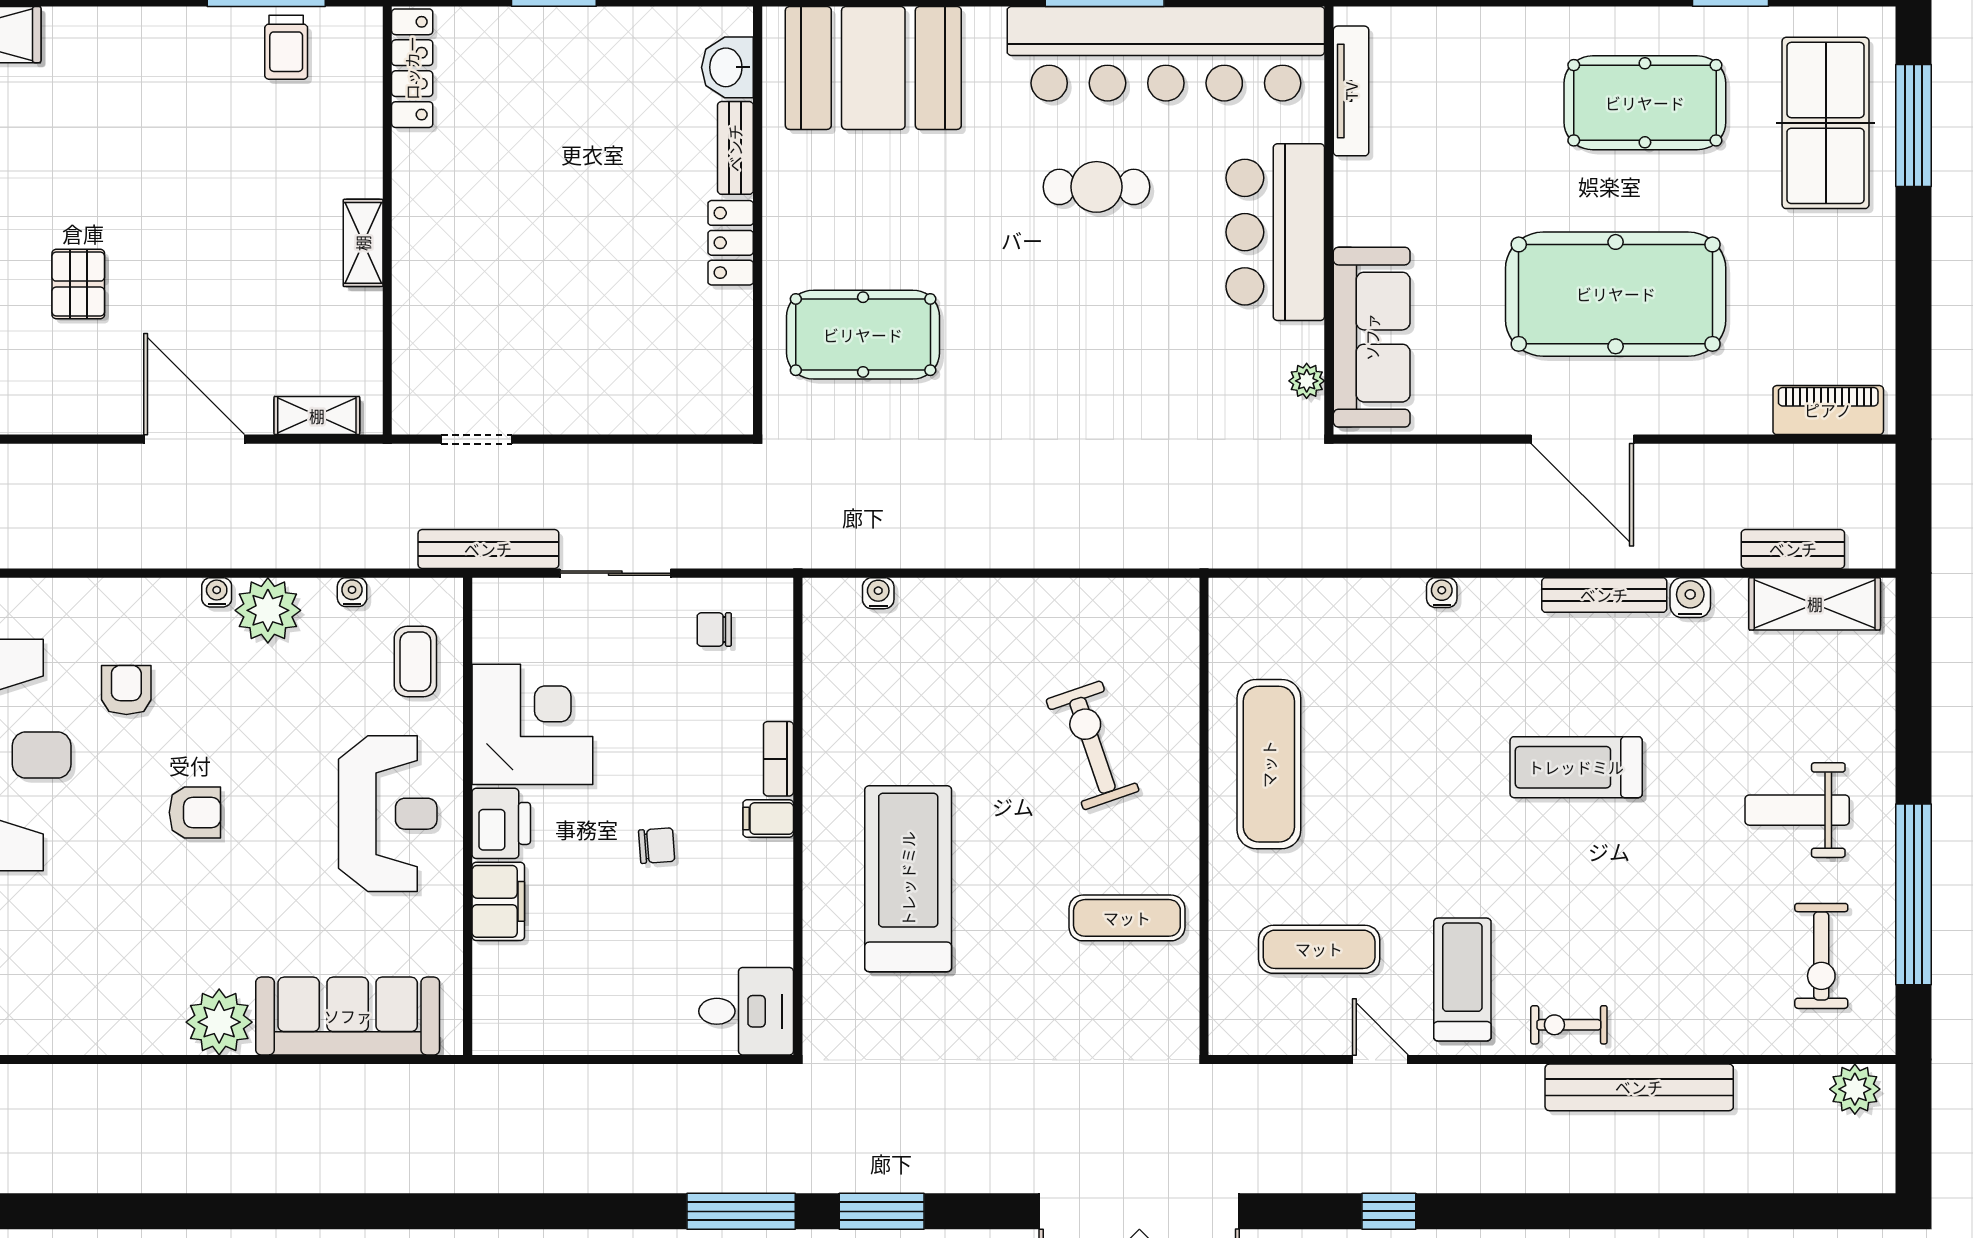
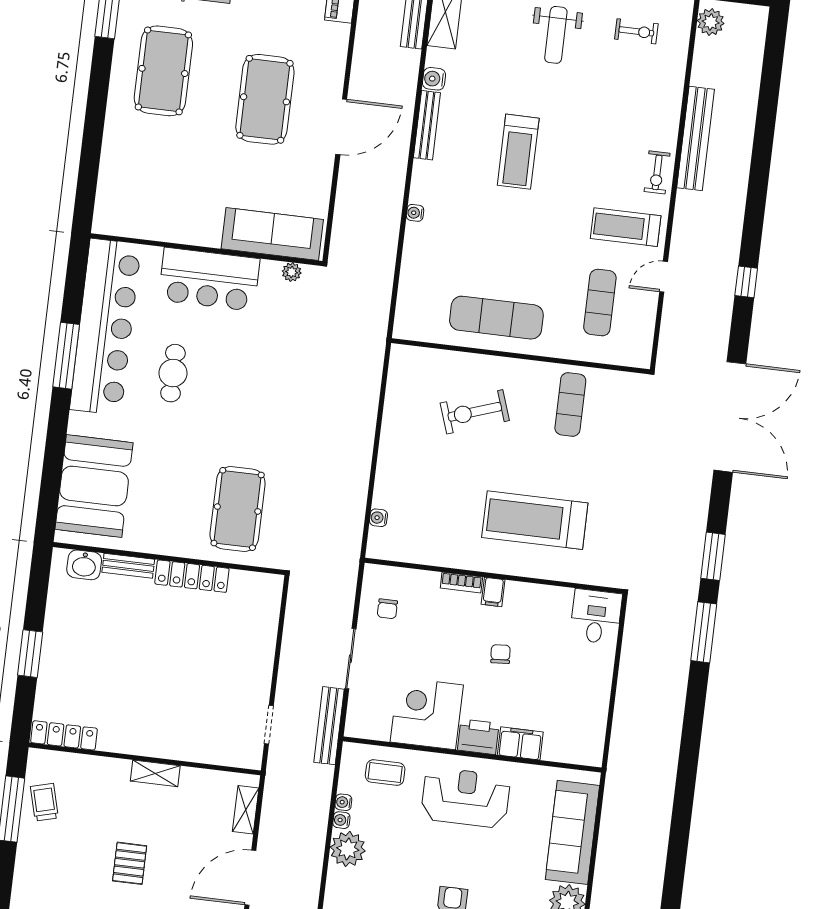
trolley: (286, 47) -> (44, 802), turned -105
tv unit: (1351, 91) -> (138, 229), removed
pallet: (194, 216) -> (130, 863), added
locker: (731, 243) -> (192, 576), width x1.53
pool table: (1616, 294) -> (265, 99), width x0.73, depth x0.76
water cooler: (217, 592) -> (341, 820), moved
exercise bike: (1821, 956) -> (636, 31), width x0.73, depth x0.72

